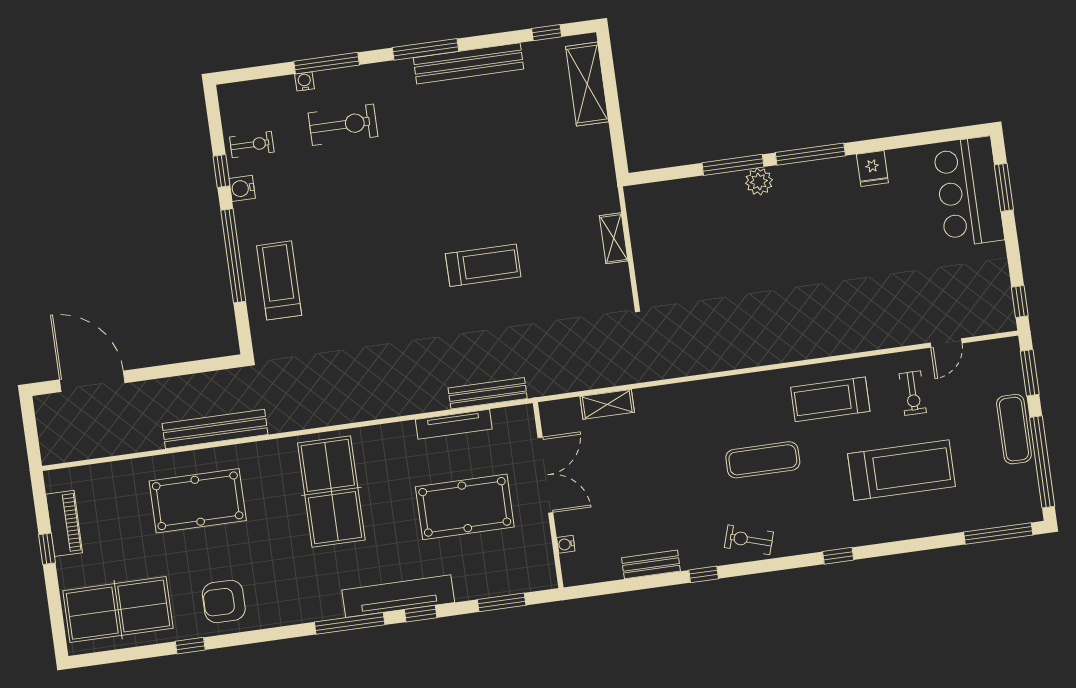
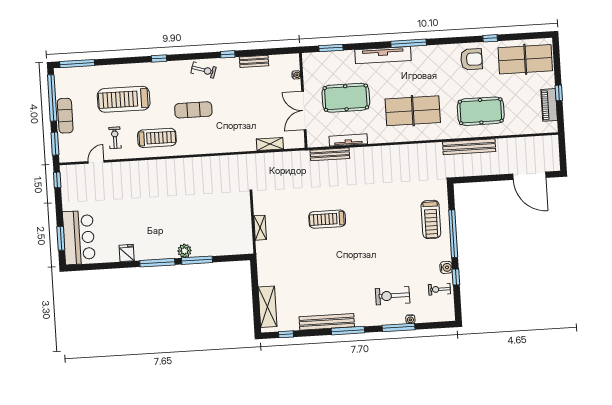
table tennis table: (331, 492) -> (413, 111), turned 90
window: (421, 614) -> (372, 45), removed

